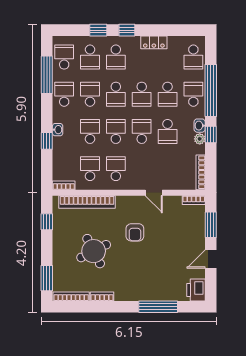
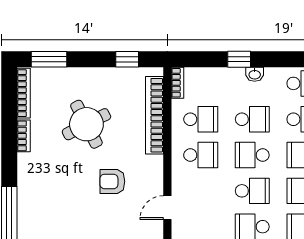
school desk: (116, 131) -> (252, 155), turned 180

